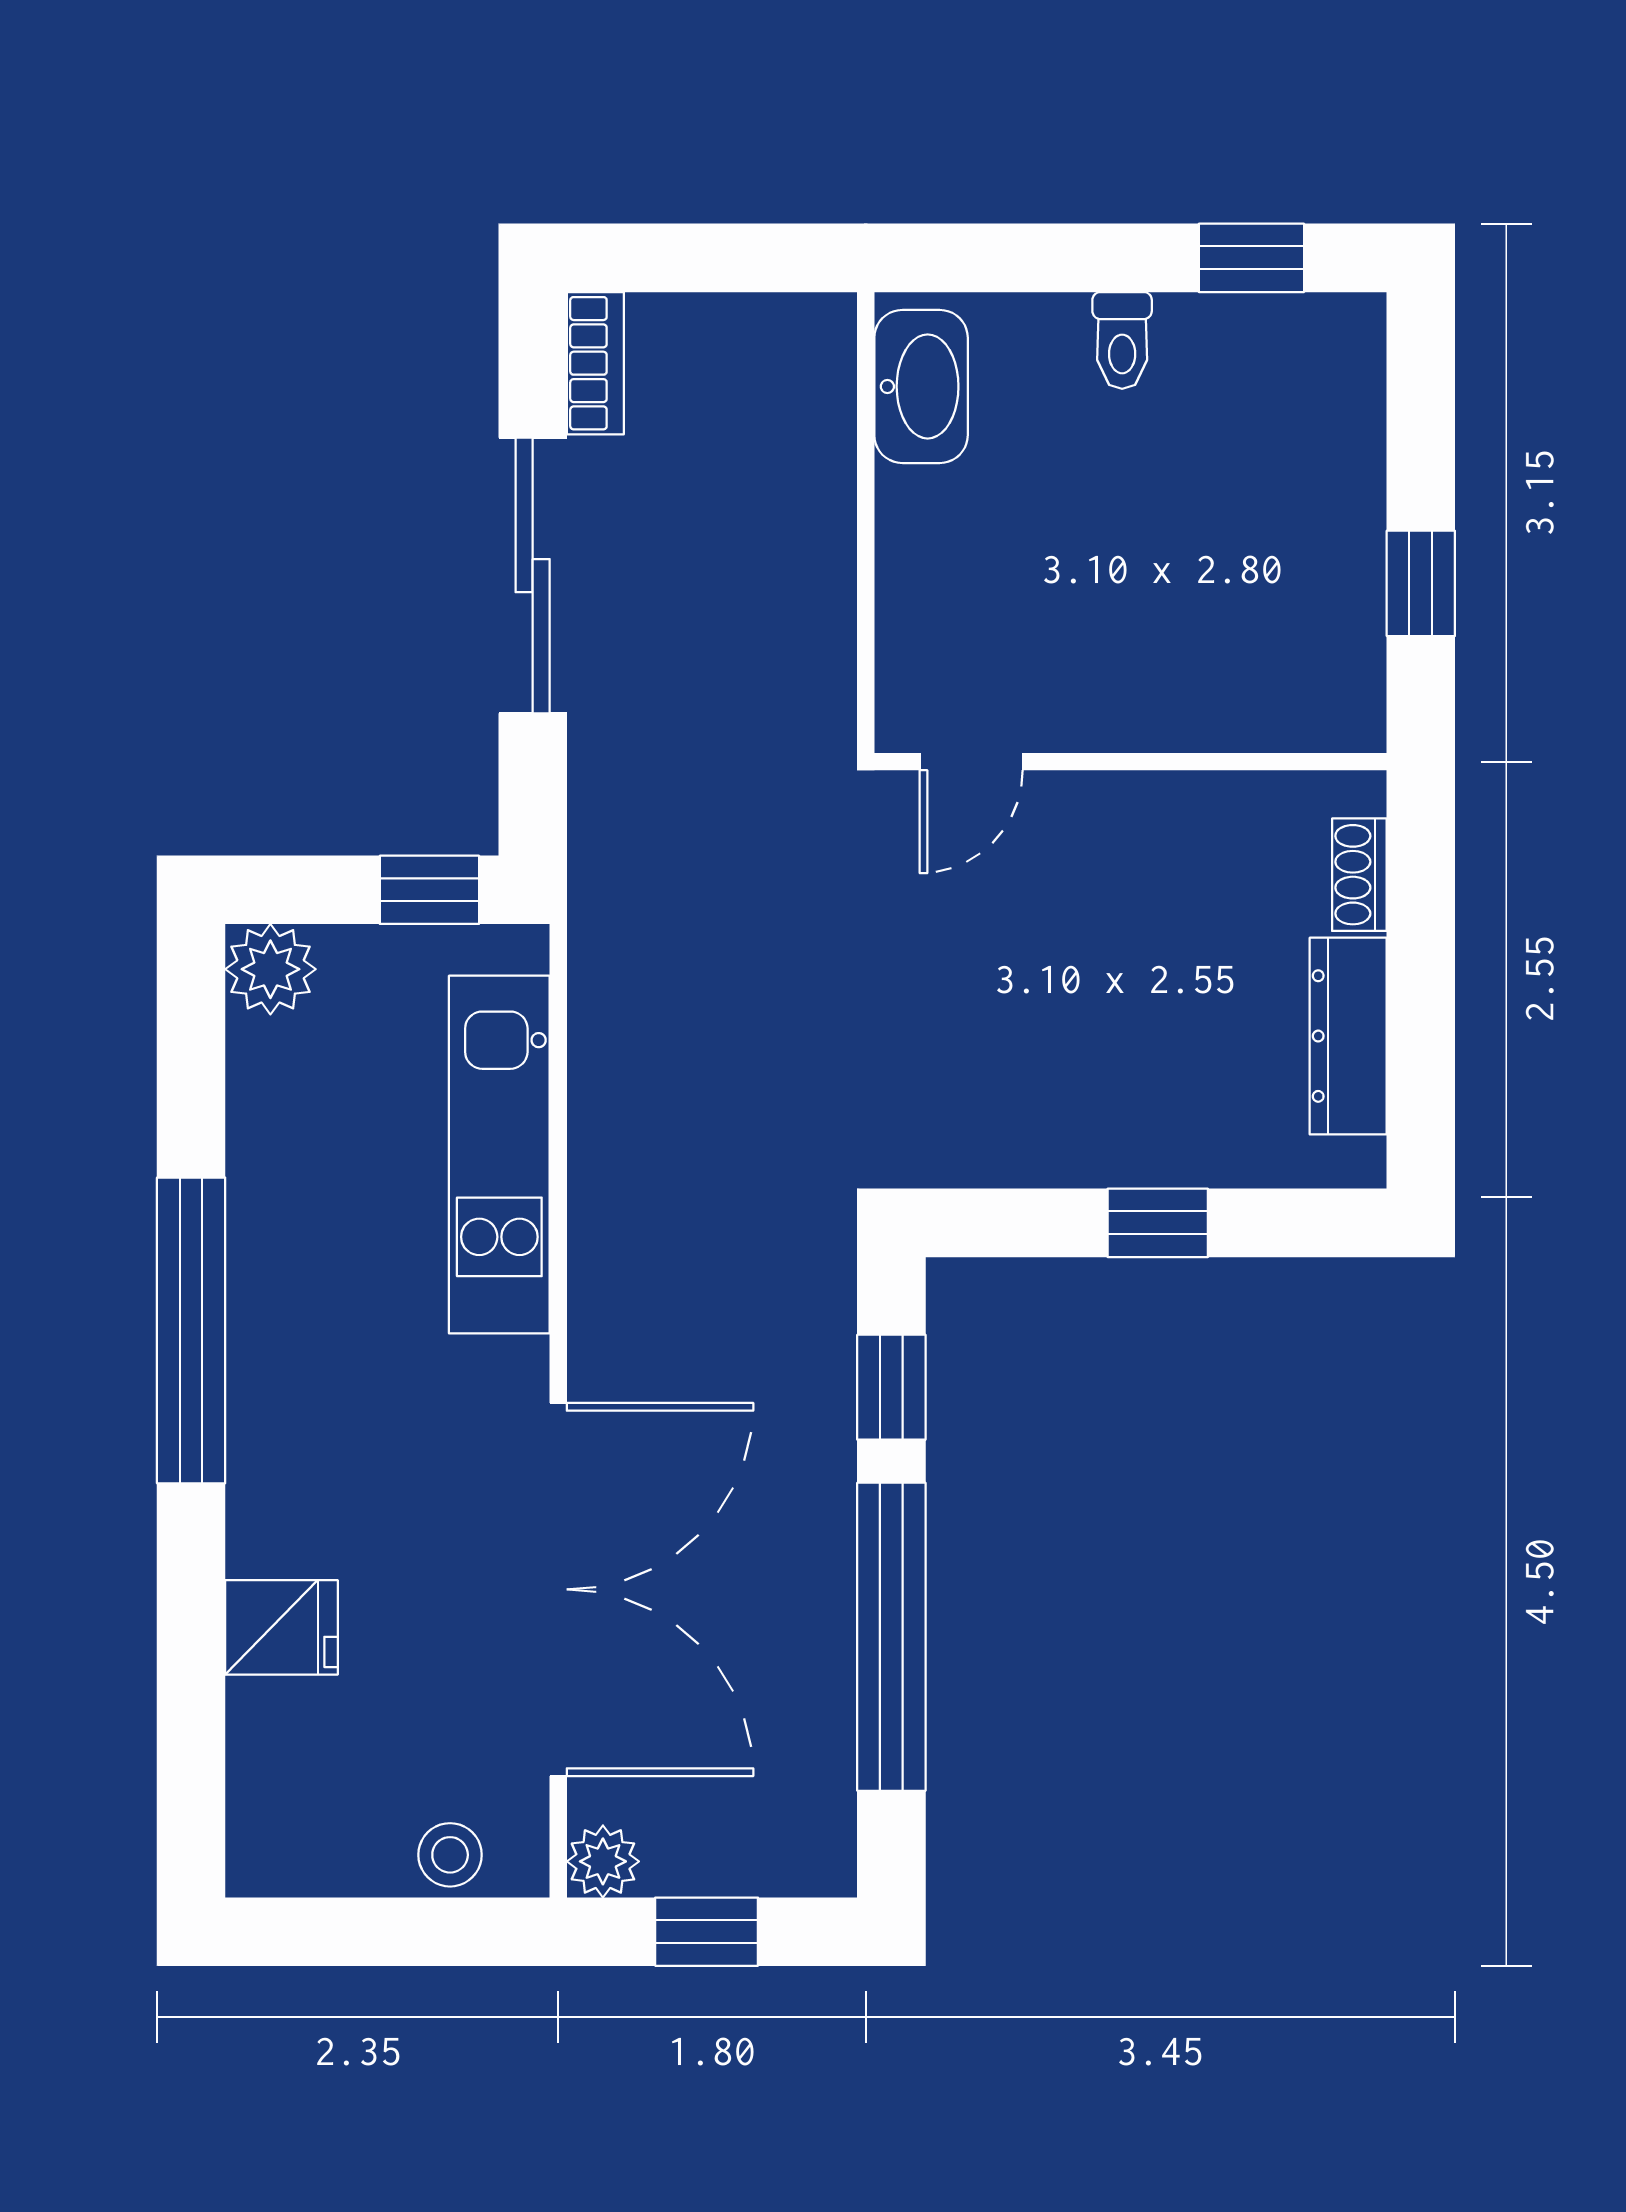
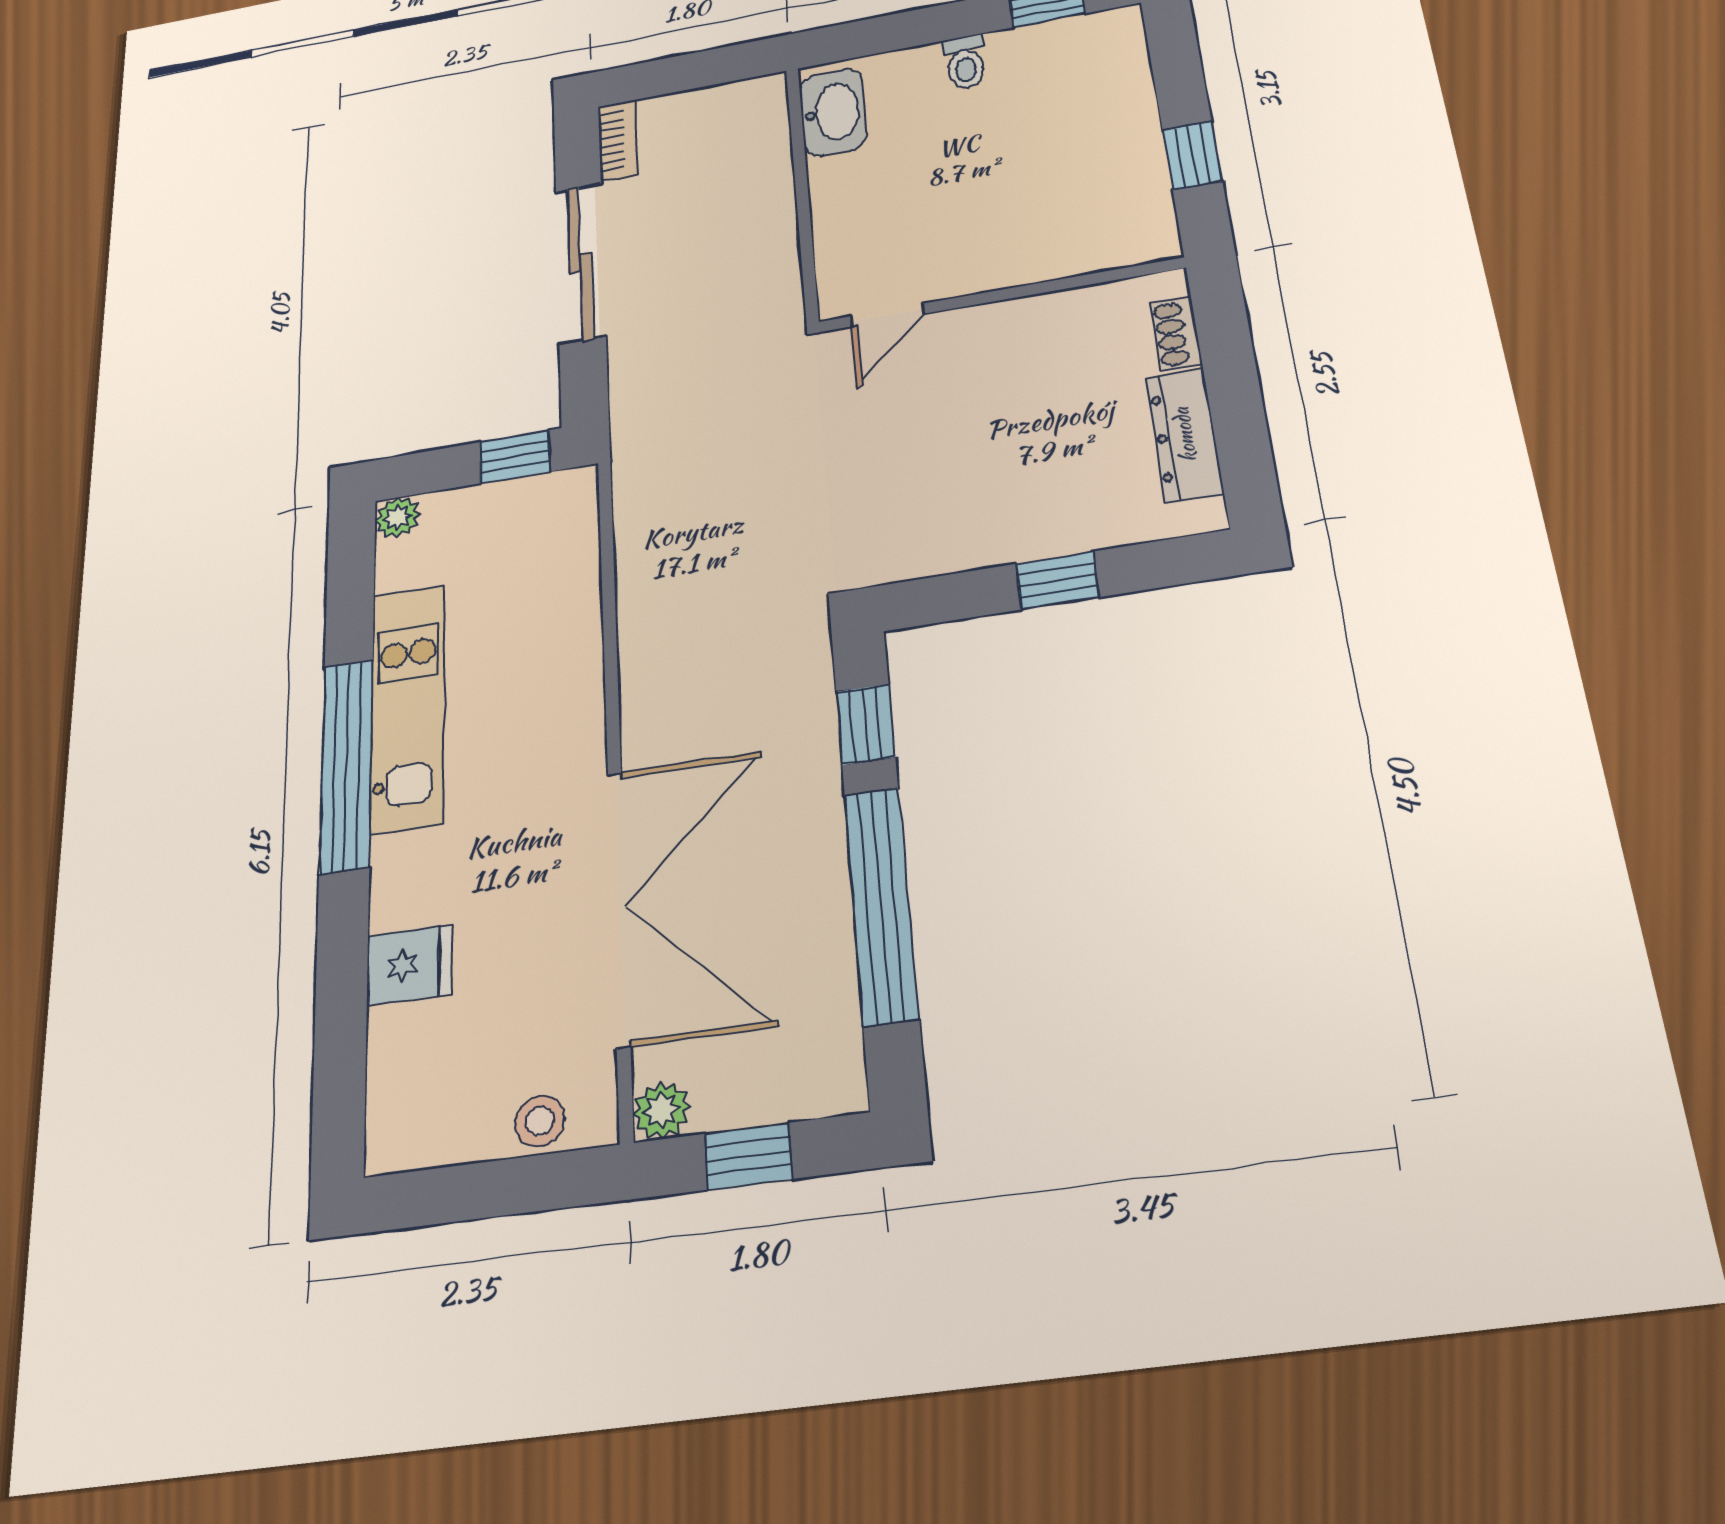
plant: (270, 969) -> (397, 517), width x0.73, depth x0.73
kitchen unit: (499, 1155) -> (408, 708), moved, turned 180

